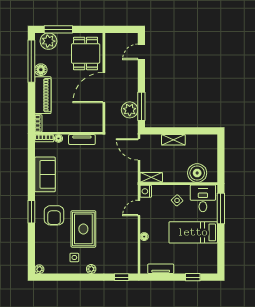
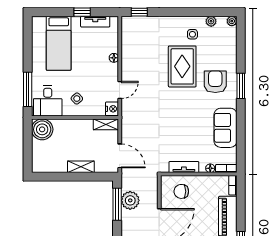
chair: (84, 118) -> (181, 191), added
boiler: (197, 173) -> (42, 129), moved
bed: (193, 232) -> (59, 43), moved, turned 90
plant: (91, 269) -> (211, 21), moved
window: (193, 277) -> (82, 12), moved

